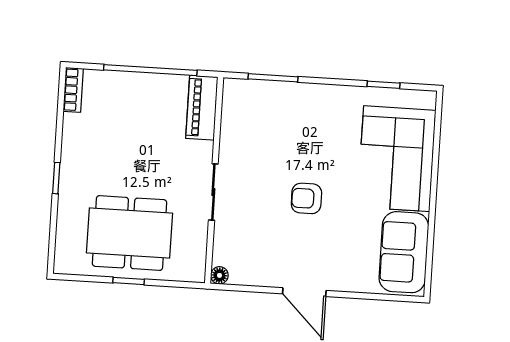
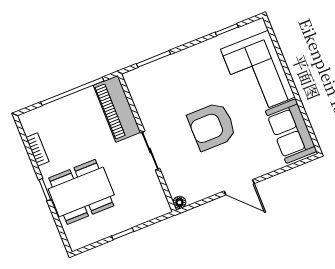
bookcase: (73, 90) -> (37, 150), moved
piano: (202, 108) -> (117, 109), width x1.37, depth x1.33
armchair: (306, 198) -> (212, 126), width x1.88, depth x1.88
dining table: (130, 233) -> (81, 192), moved

